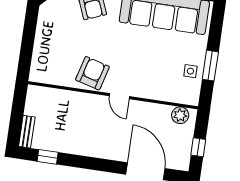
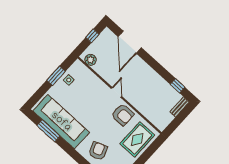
rug: (53, 54) -> (137, 139), added
armchair: (92, 73) -> (123, 115), turned -105

